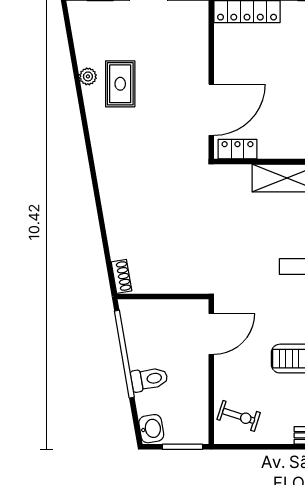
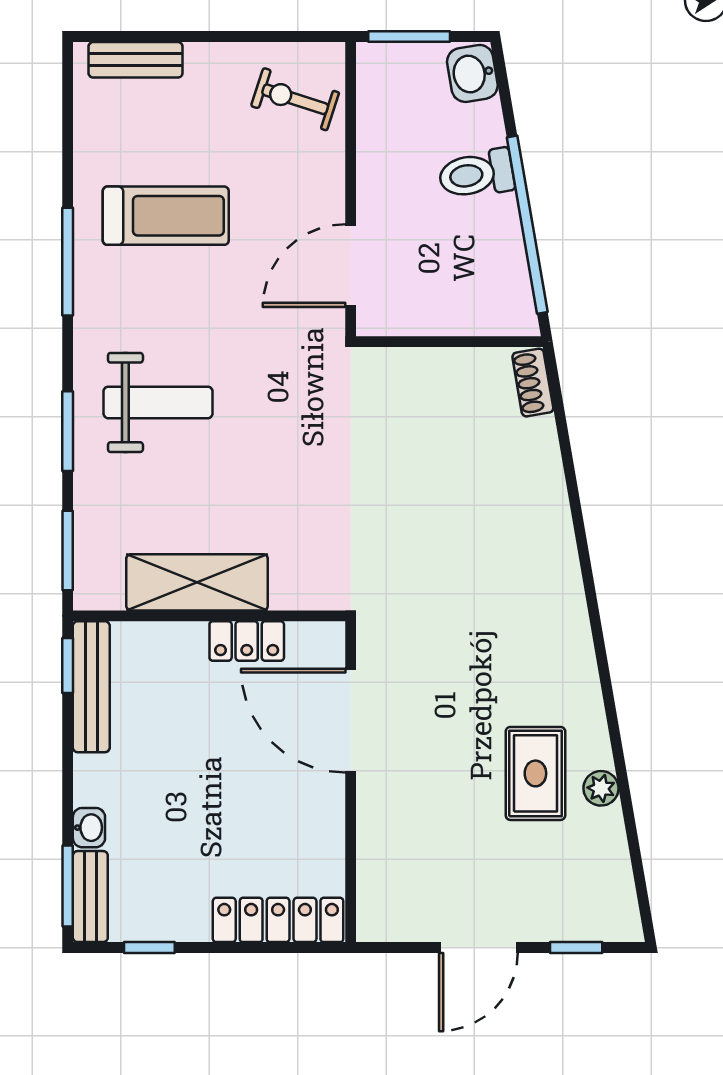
door: (211, 110) -> (351, 721), hinge flipped
locker: (237, 149) -> (247, 641), moved

